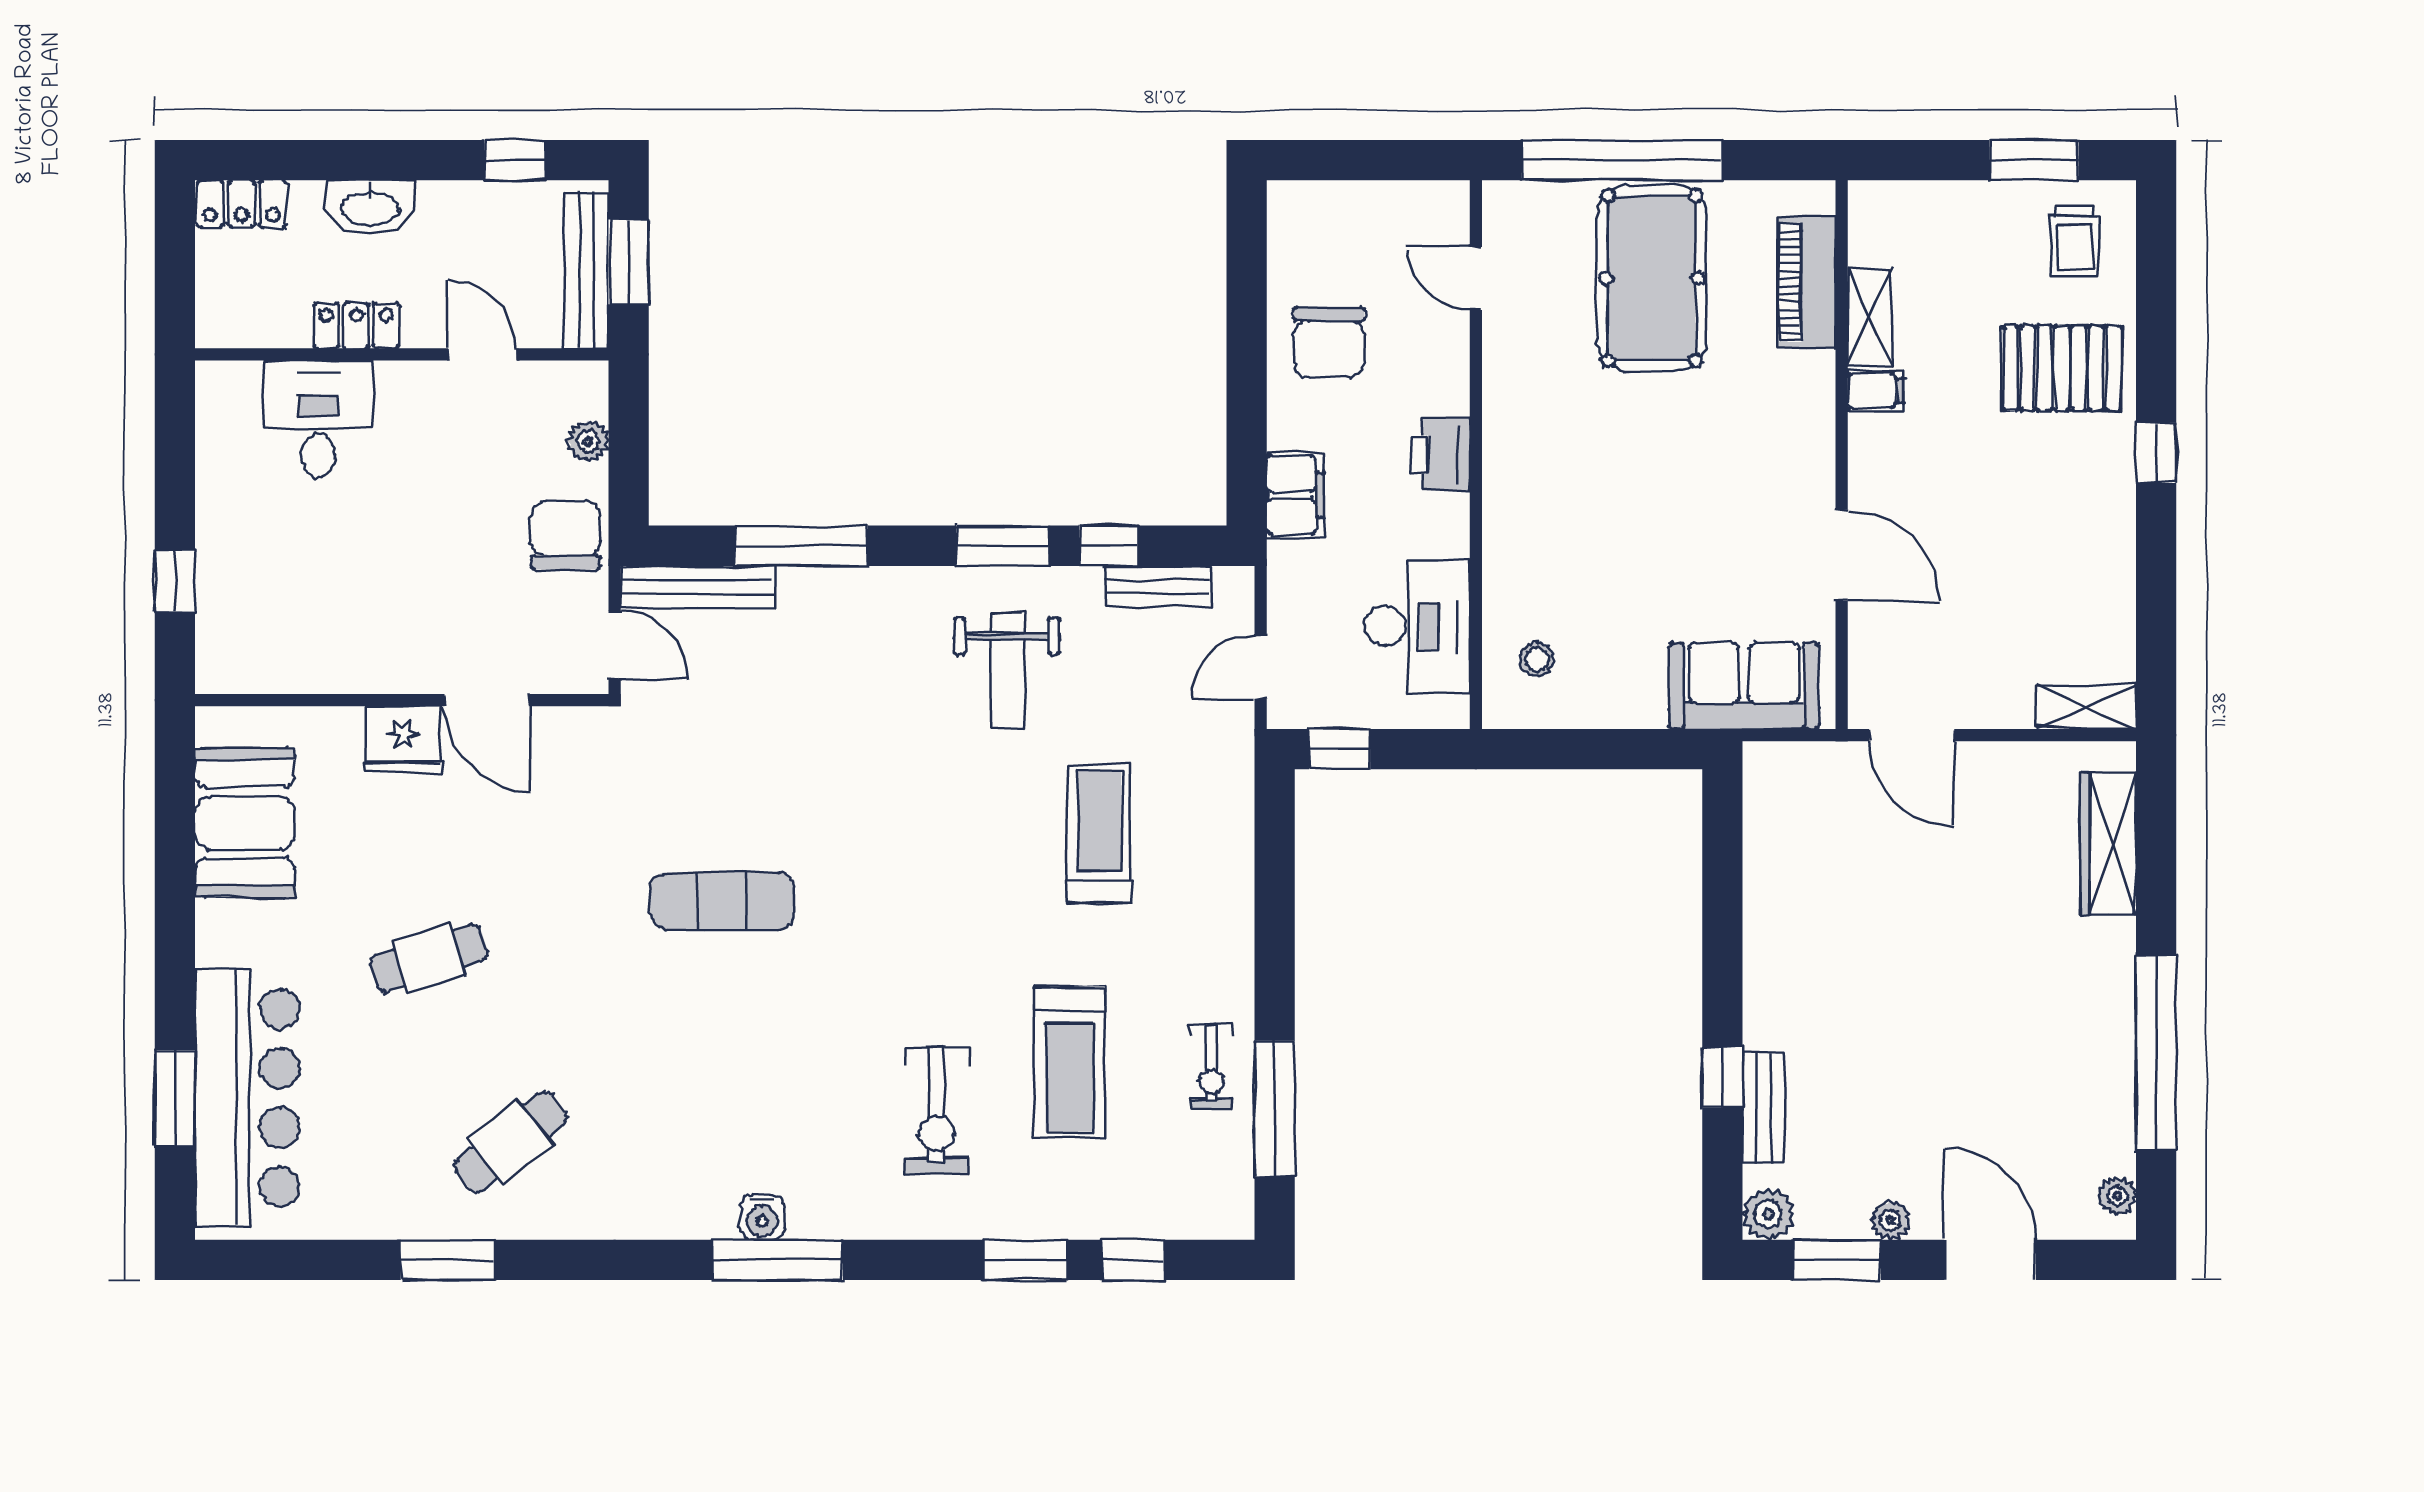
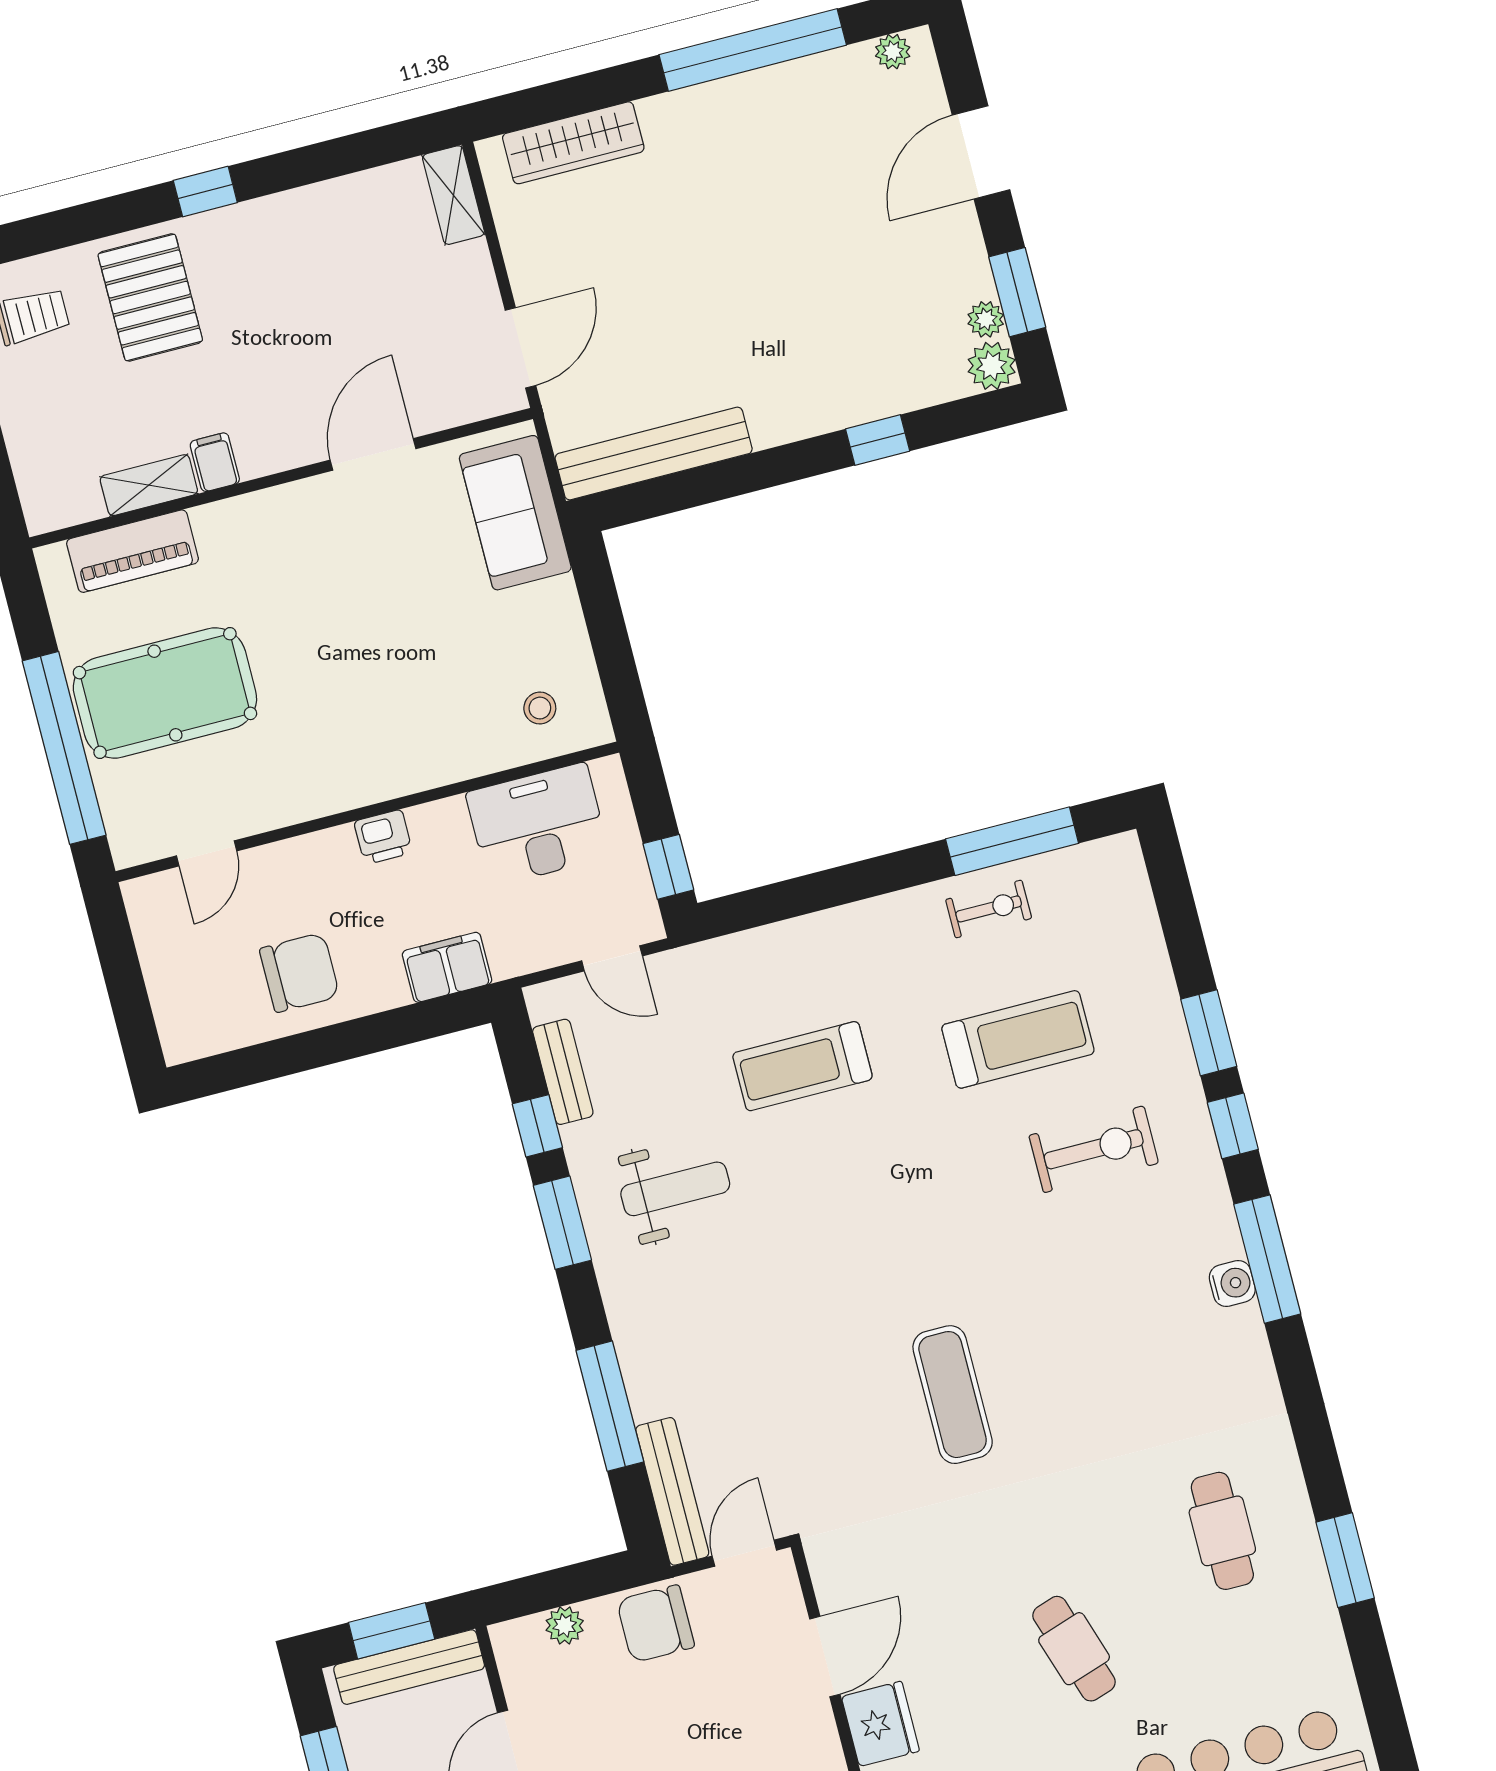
printer: (1440, 454) -> (383, 837), width x0.73, depth x0.81
bench: (1763, 1108) -> (654, 454), moved, width x1.86, depth x1.21
cafe table: (511, 1142) -> (1222, 1531), turned 39
plant: (1890, 1220) -> (986, 319), moved
window: (1133, 1260) -> (1233, 1126), moved

